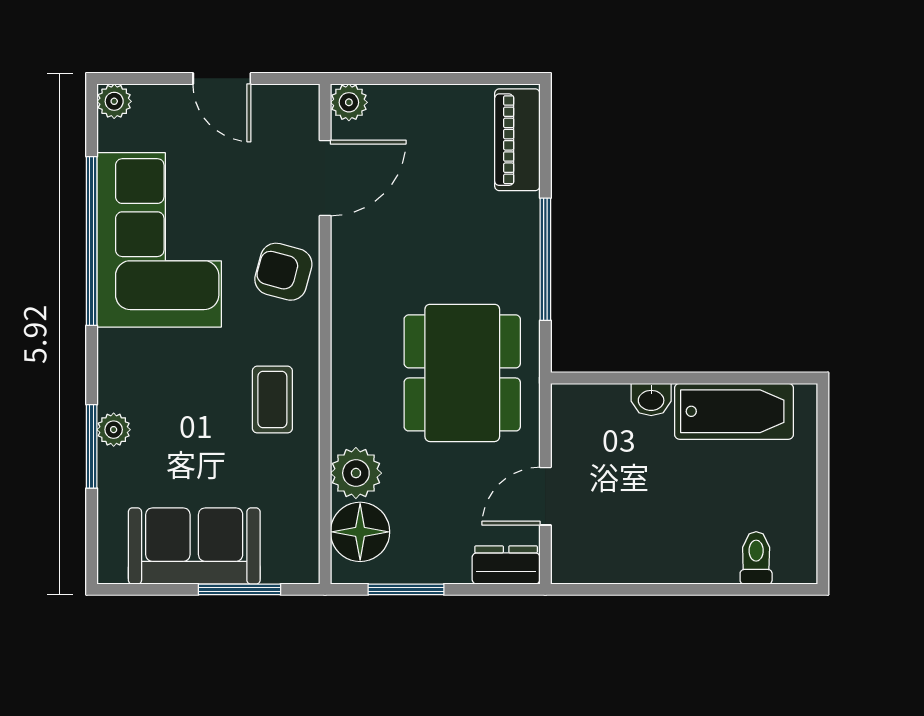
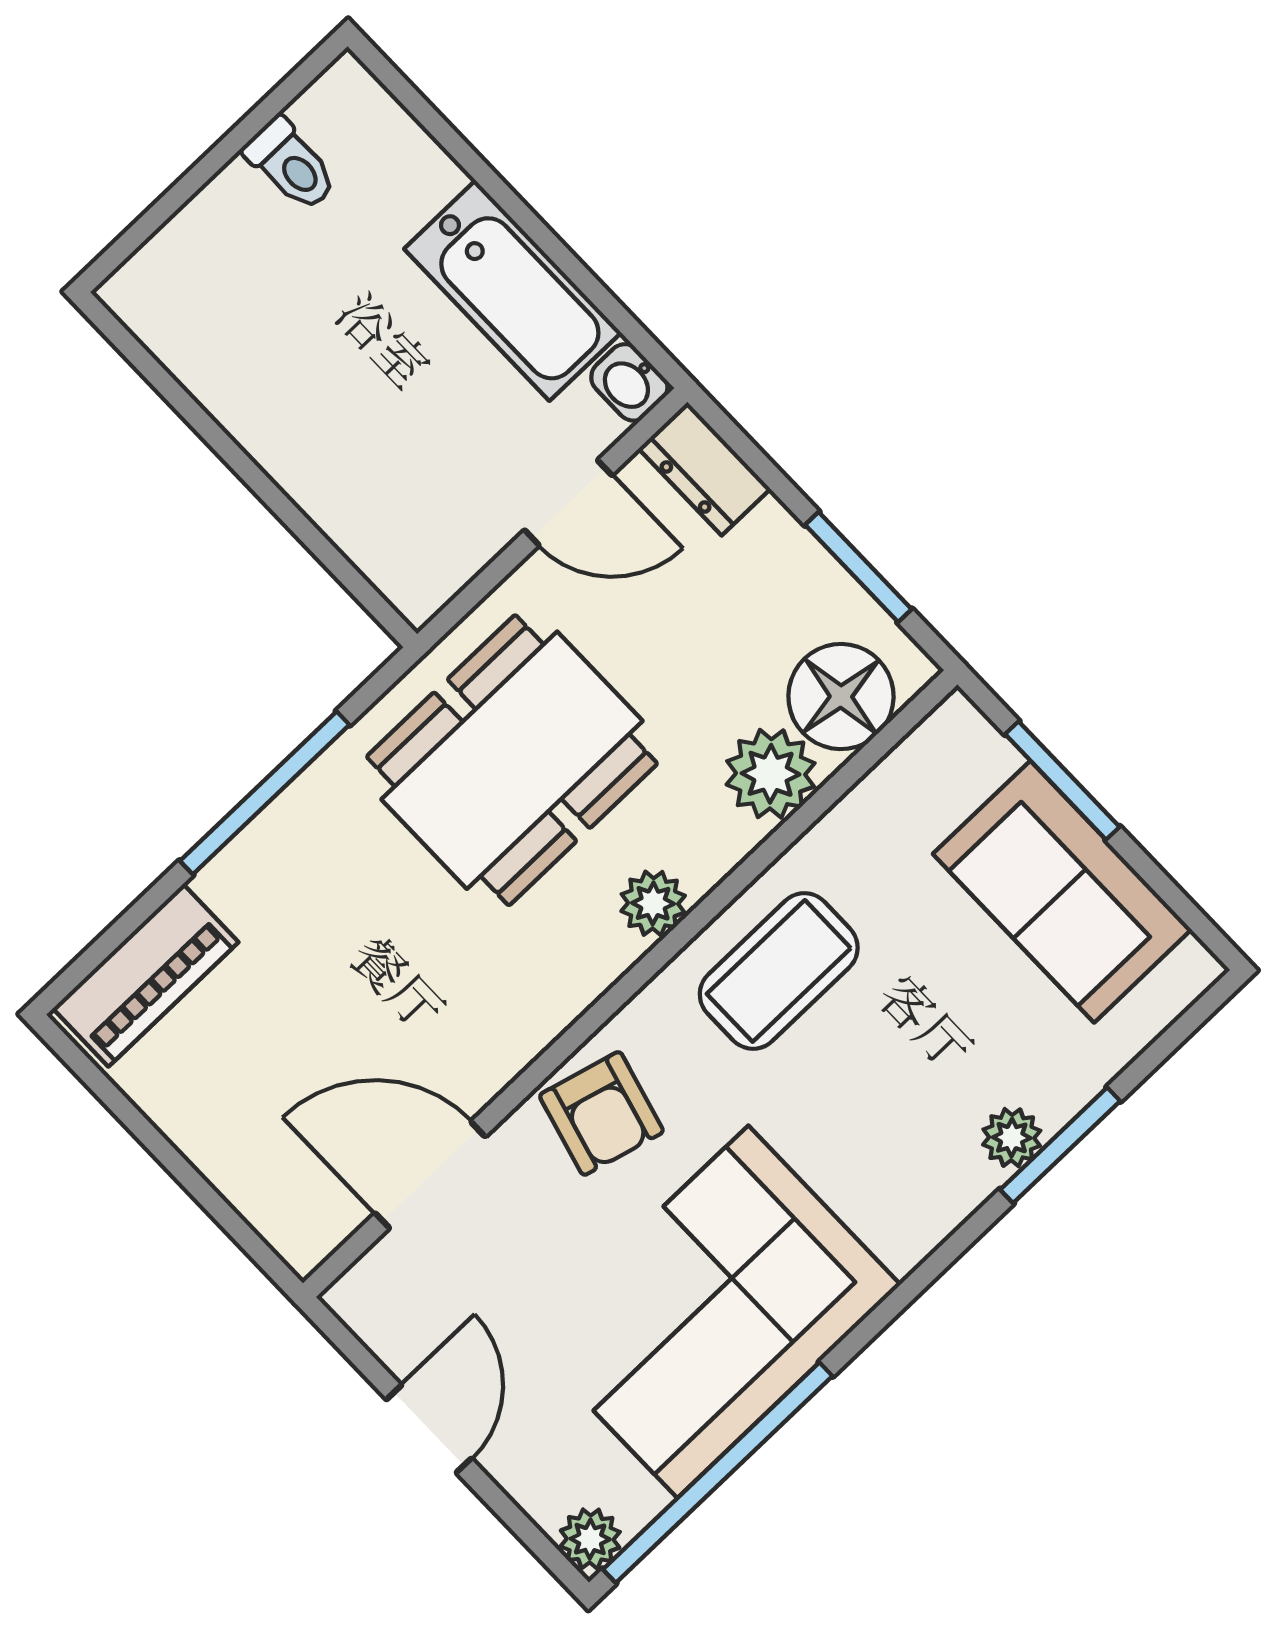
plant: (349, 102) -> (653, 903), moved
window: (92, 241) -> (718, 1473), moved
washbasin: (651, 399) -> (629, 382), moved, turned 180
coffee table: (272, 400) -> (779, 971), width x1.36, depth x1.30
bathtub: (734, 411) -> (513, 291), moved, turned 180
toilet: (756, 558) -> (291, 165), moved, turned -90

